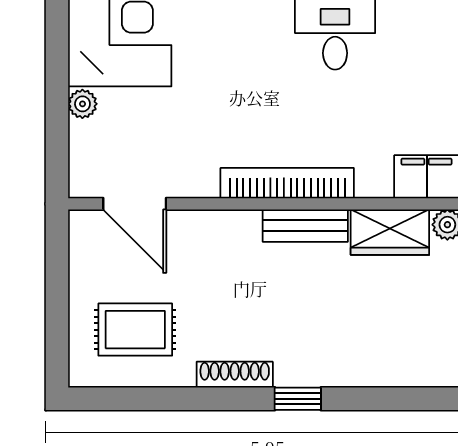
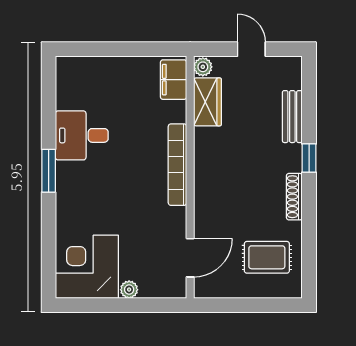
bench: (305, 226) -> (292, 117), moved
rug: (135, 330) -> (267, 257), turned 90

